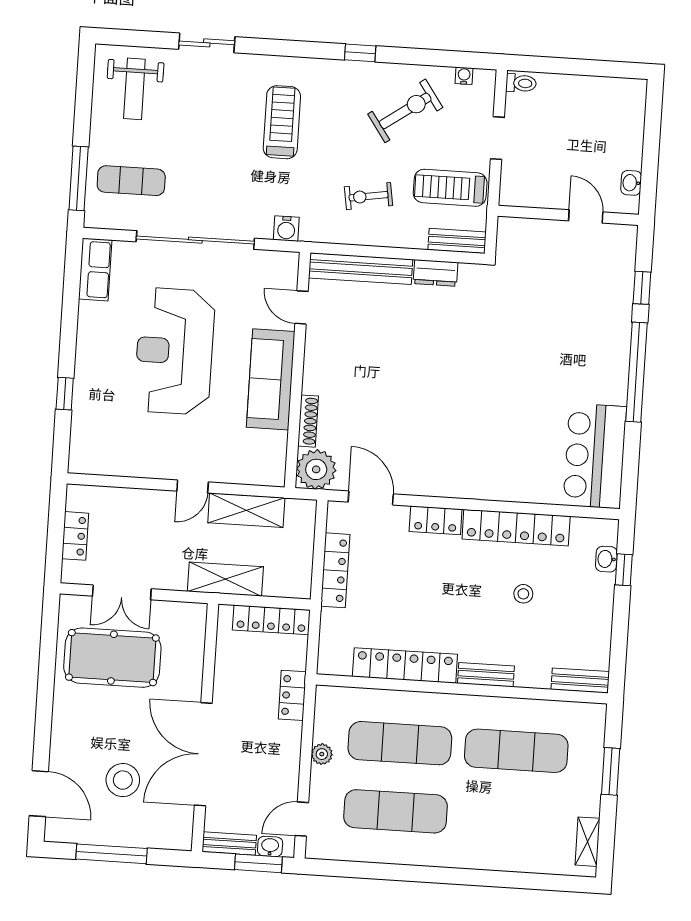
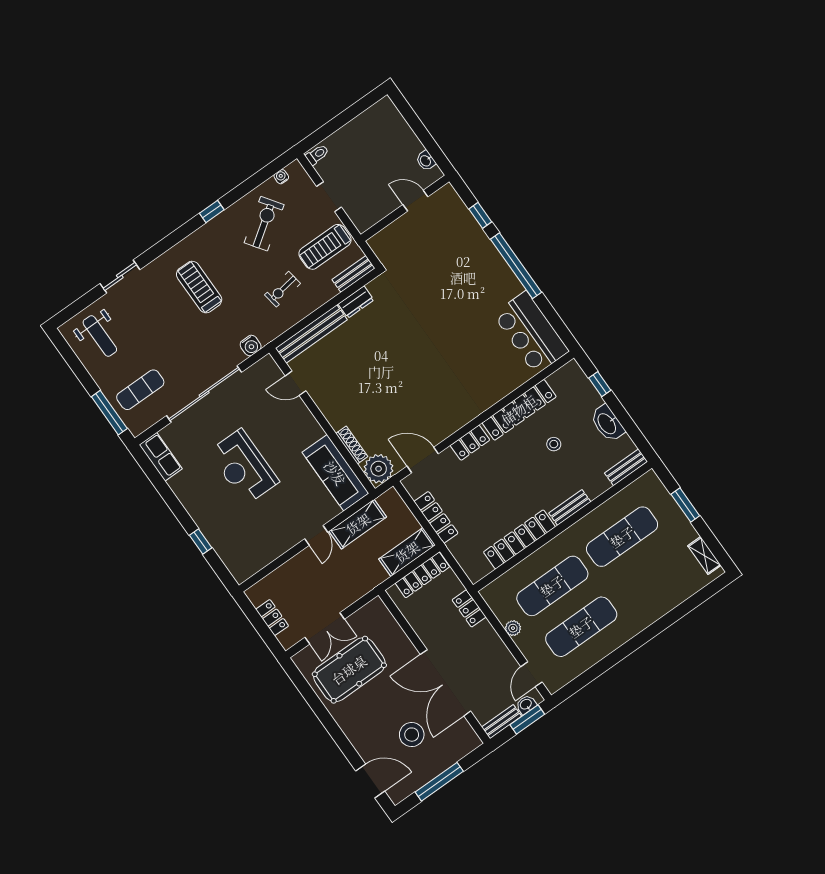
reception desk: (174, 351) -> (243, 467), width x0.74, depth x0.77
sofa: (271, 379) -> (335, 473), moved
washbasin: (606, 559) -> (607, 423), moved, width x1.91, depth x1.45
shelving: (225, 579) -> (407, 552), moved

